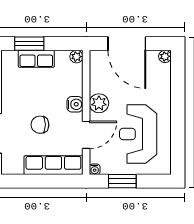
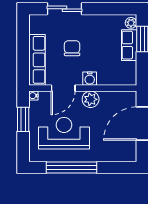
plant: (165, 56) -> (131, 156), removed
plant: (76, 57) -> (131, 23), moved
window: (178, 125) -> (72, 168), added
door: (86, 135) -> (63, 88), hinge flipped

